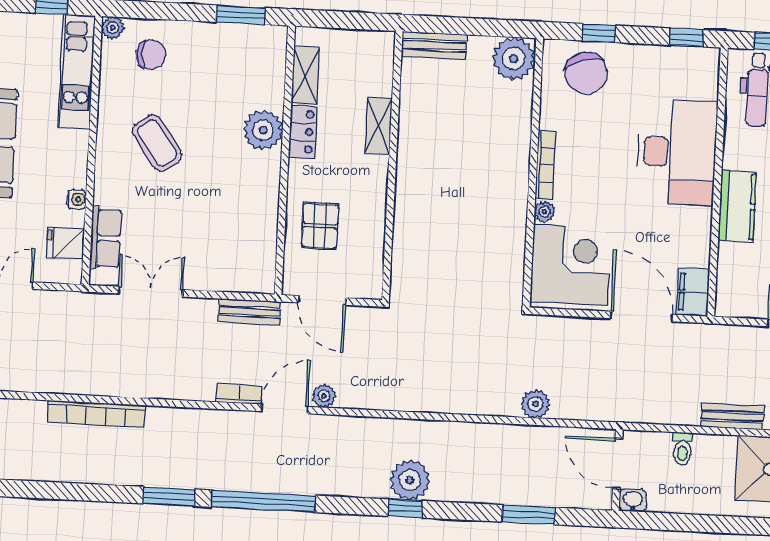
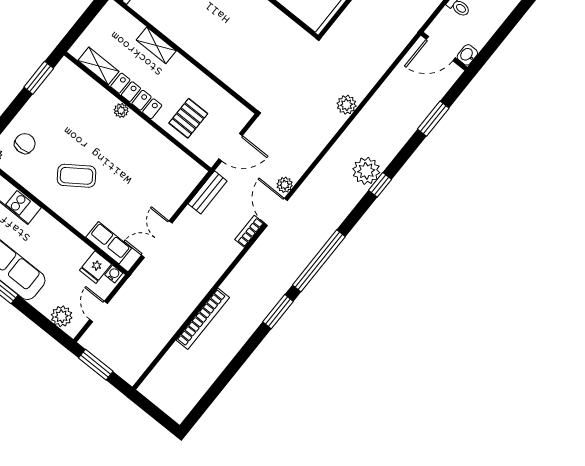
plant: (263, 130) -> (121, 111), width x0.53, depth x0.53
locker: (303, 132) -> (136, 96), width x1.53
water cooler: (77, 199) -> (114, 274), moved
pallet: (320, 226) -> (188, 118), turned 90
plant: (536, 404) -> (347, 105), moved

